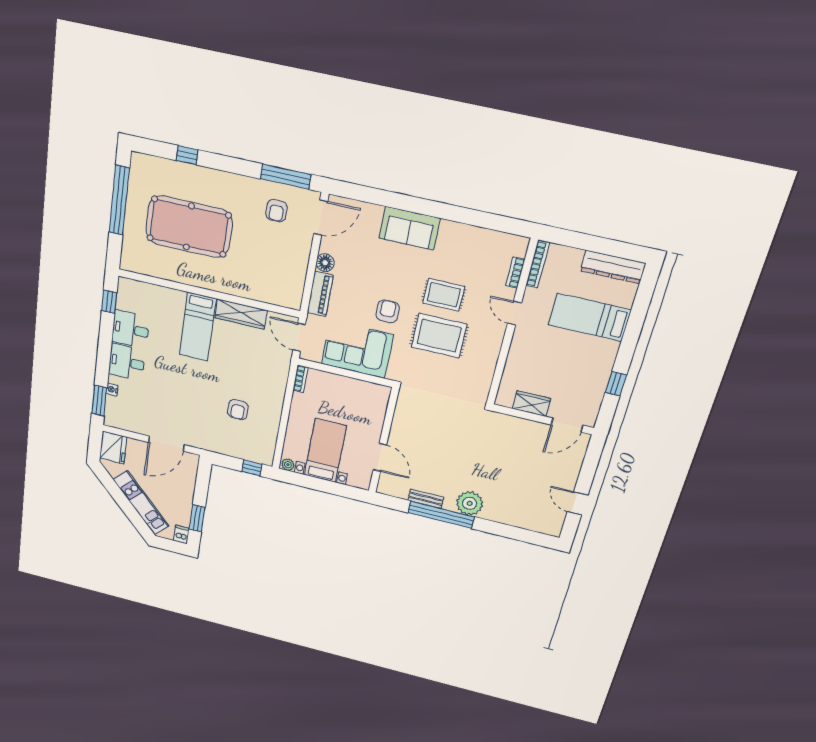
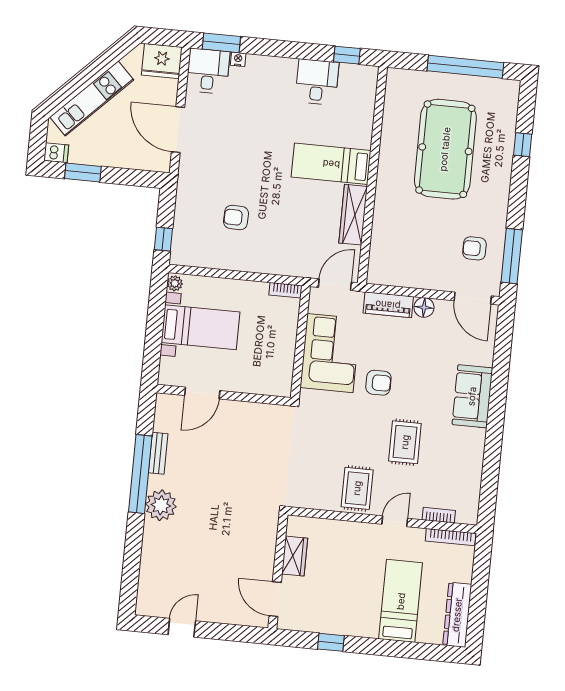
rug: (439, 336) -> (357, 488), moved, width x0.73, depth x0.70
desk: (127, 362) -> (208, 71), moved

